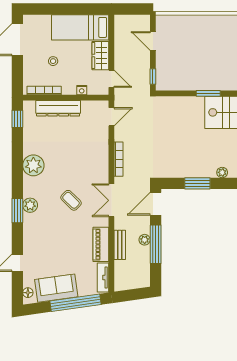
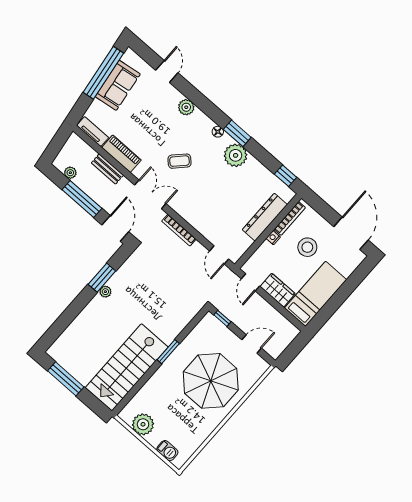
parasol: (203, 47) -> (211, 381), added
stool: (53, 61) -> (307, 247), width x1.89, depth x1.89
door: (111, 79) -> (250, 282), hinge flipped
nightstand: (82, 90) -> (273, 238), moved
plant: (222, 172) -> (105, 292), moved
plant: (30, 205) -> (186, 107), moved
window: (17, 211) -> (237, 133), moved
plant: (145, 240) -> (70, 173), moved
floor lamp: (28, 293) -> (218, 132), moved
window: (75, 303) -> (103, 73), moved

